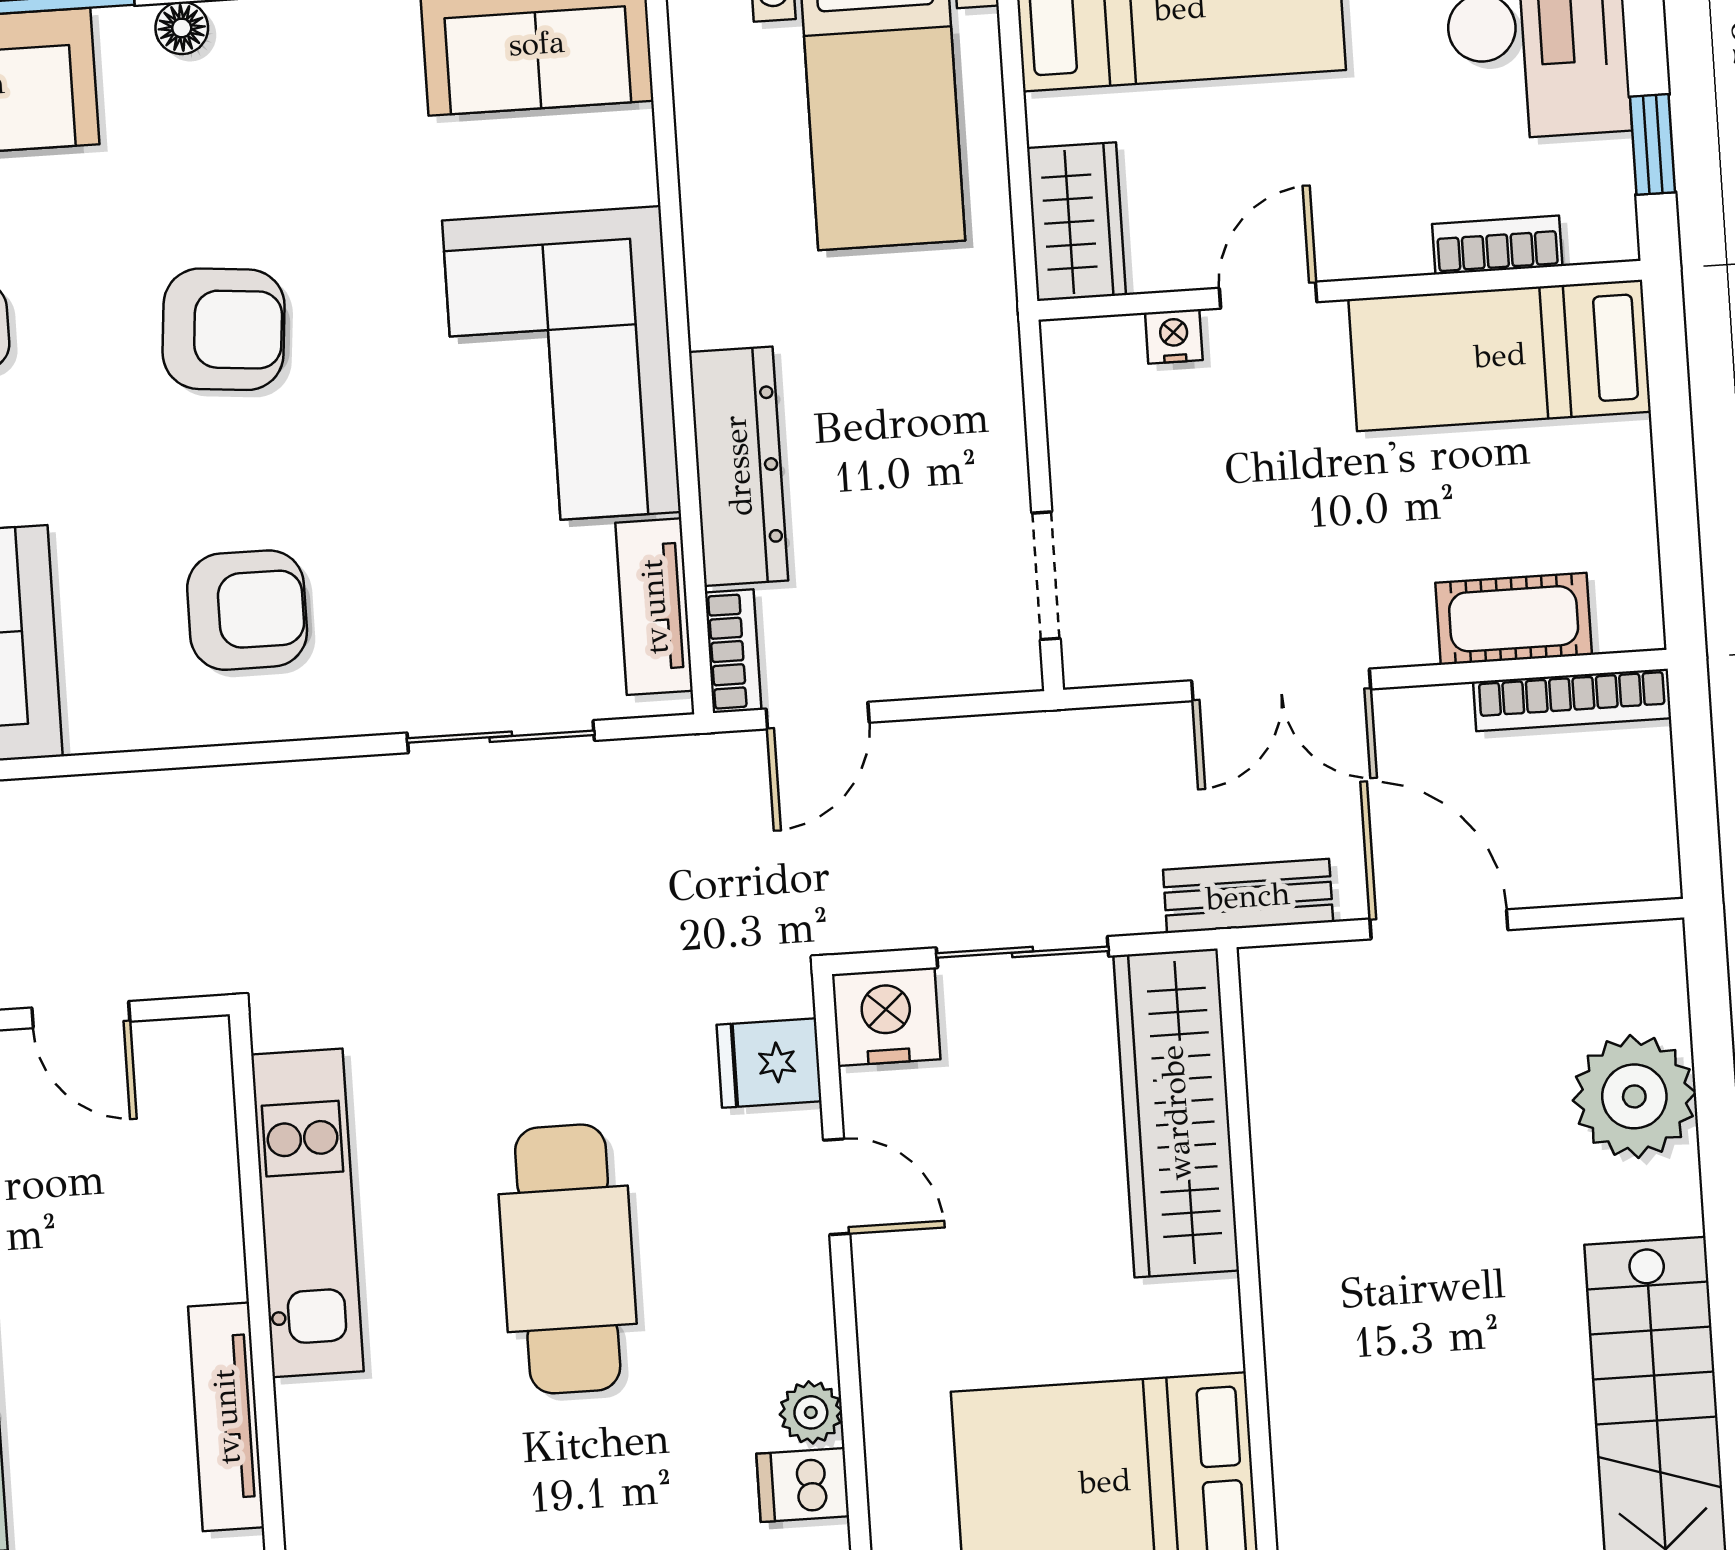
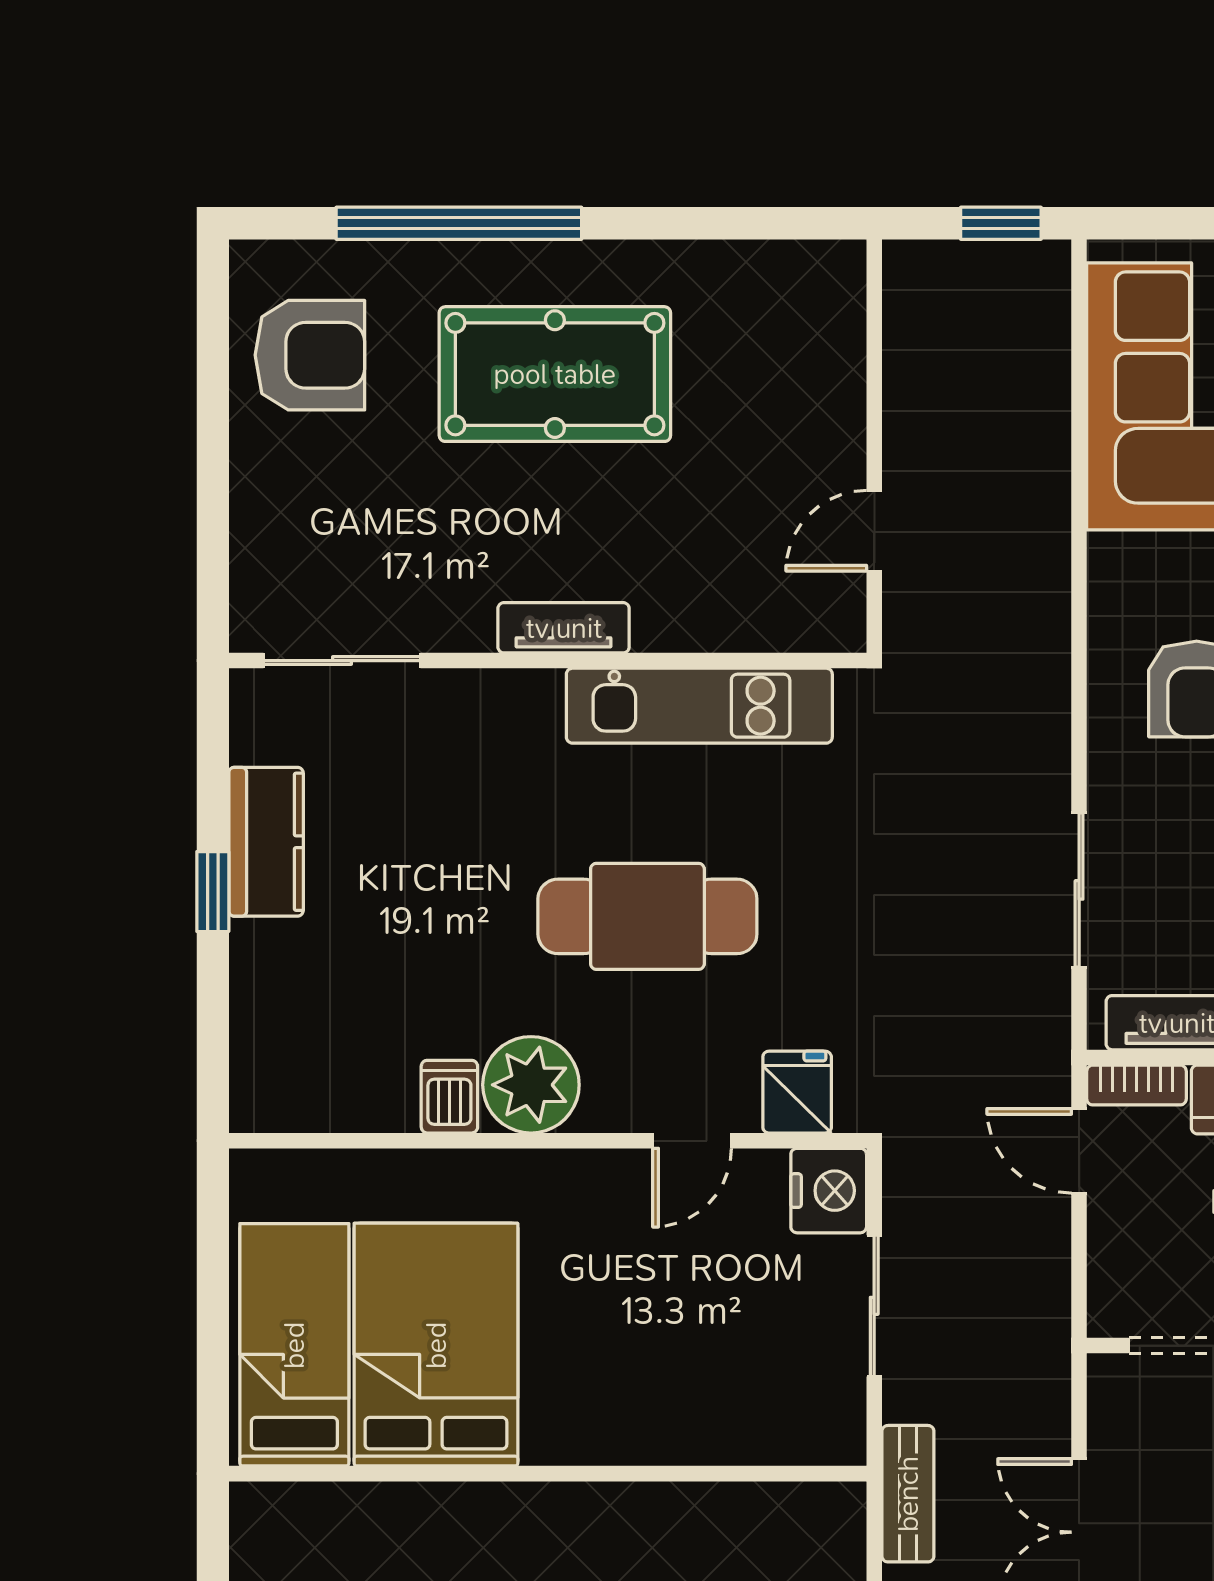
wardrobe: (1176, 1113) -> (734, 1423), removed
plant: (811, 1412) -> (531, 1085), width x1.87, depth x1.87
tv unit: (226, 1417) -> (564, 628), width x0.71

